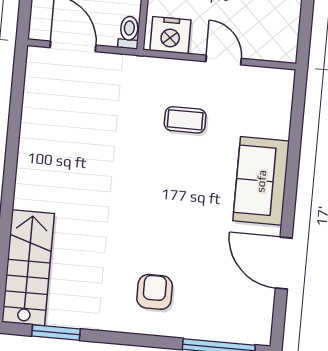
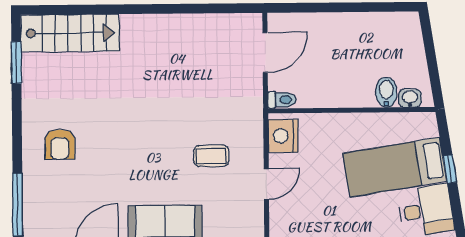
coffee table: (185, 120) -> (211, 156), turned 90
armchair: (155, 292) -> (60, 144), turned 90

